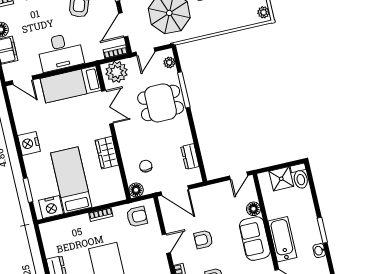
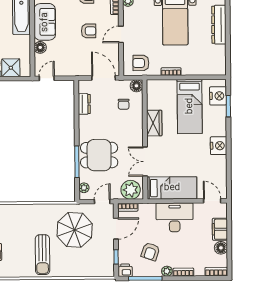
nightstand: (51, 207) -> (218, 96), moved, turned 90

